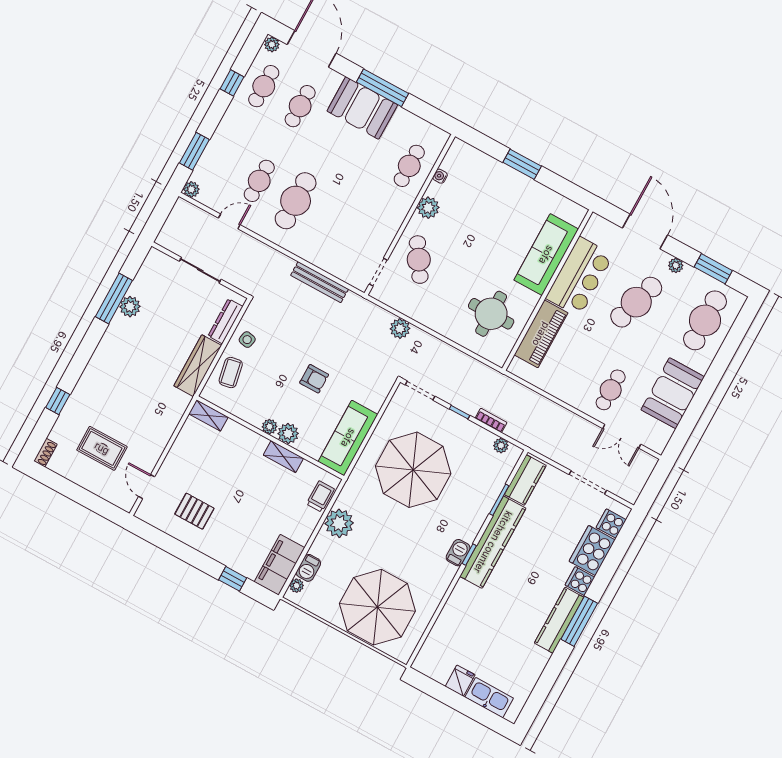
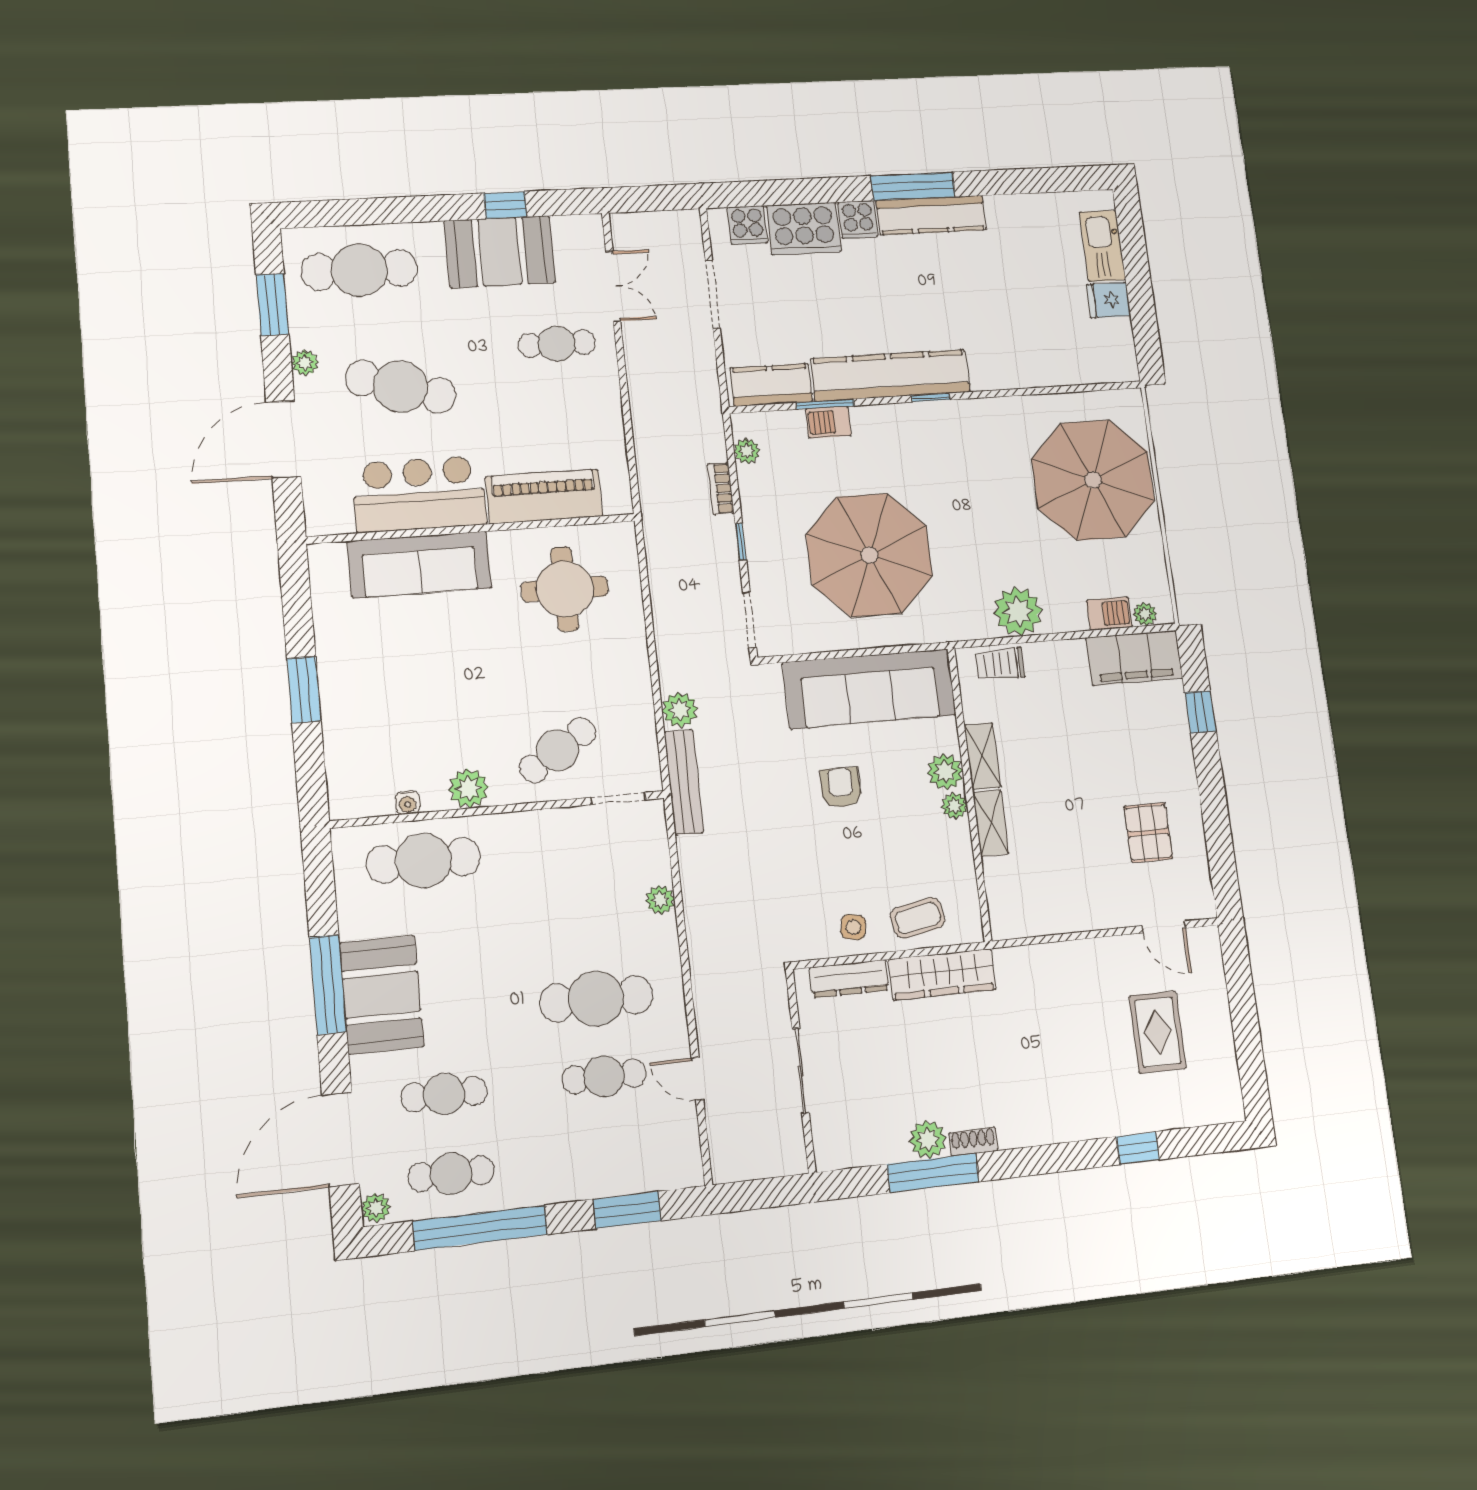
window: (232, 83) -> (480, 1228), width x3.17
cafe table: (409, 166) -> (423, 861), width x1.37, depth x1.35
plant: (191, 189) -> (660, 900), moved
bench: (319, 282) -> (684, 782), moved
window: (694, 411) -> (505, 205), added
shelving: (208, 415) -> (991, 823), moved
sofa: (348, 438) -> (869, 689), width x1.36, depth x1.27
shoe rack: (45, 453) -> (973, 1142), moved
door: (147, 487) -> (1164, 927), hinge flipped
barbecue: (458, 553) -> (828, 422), moved

